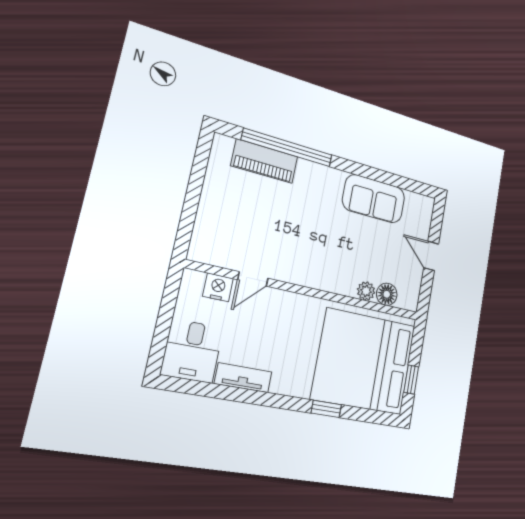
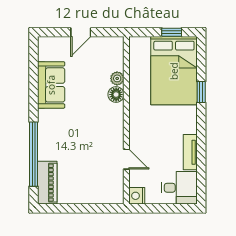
piano: (265, 161) -> (47, 183), moved
nightstand: (218, 287) -> (137, 196), moved
floor lamp: (387, 294) -> (116, 95), moved
bed: (364, 362) -> (174, 71), width x0.73

